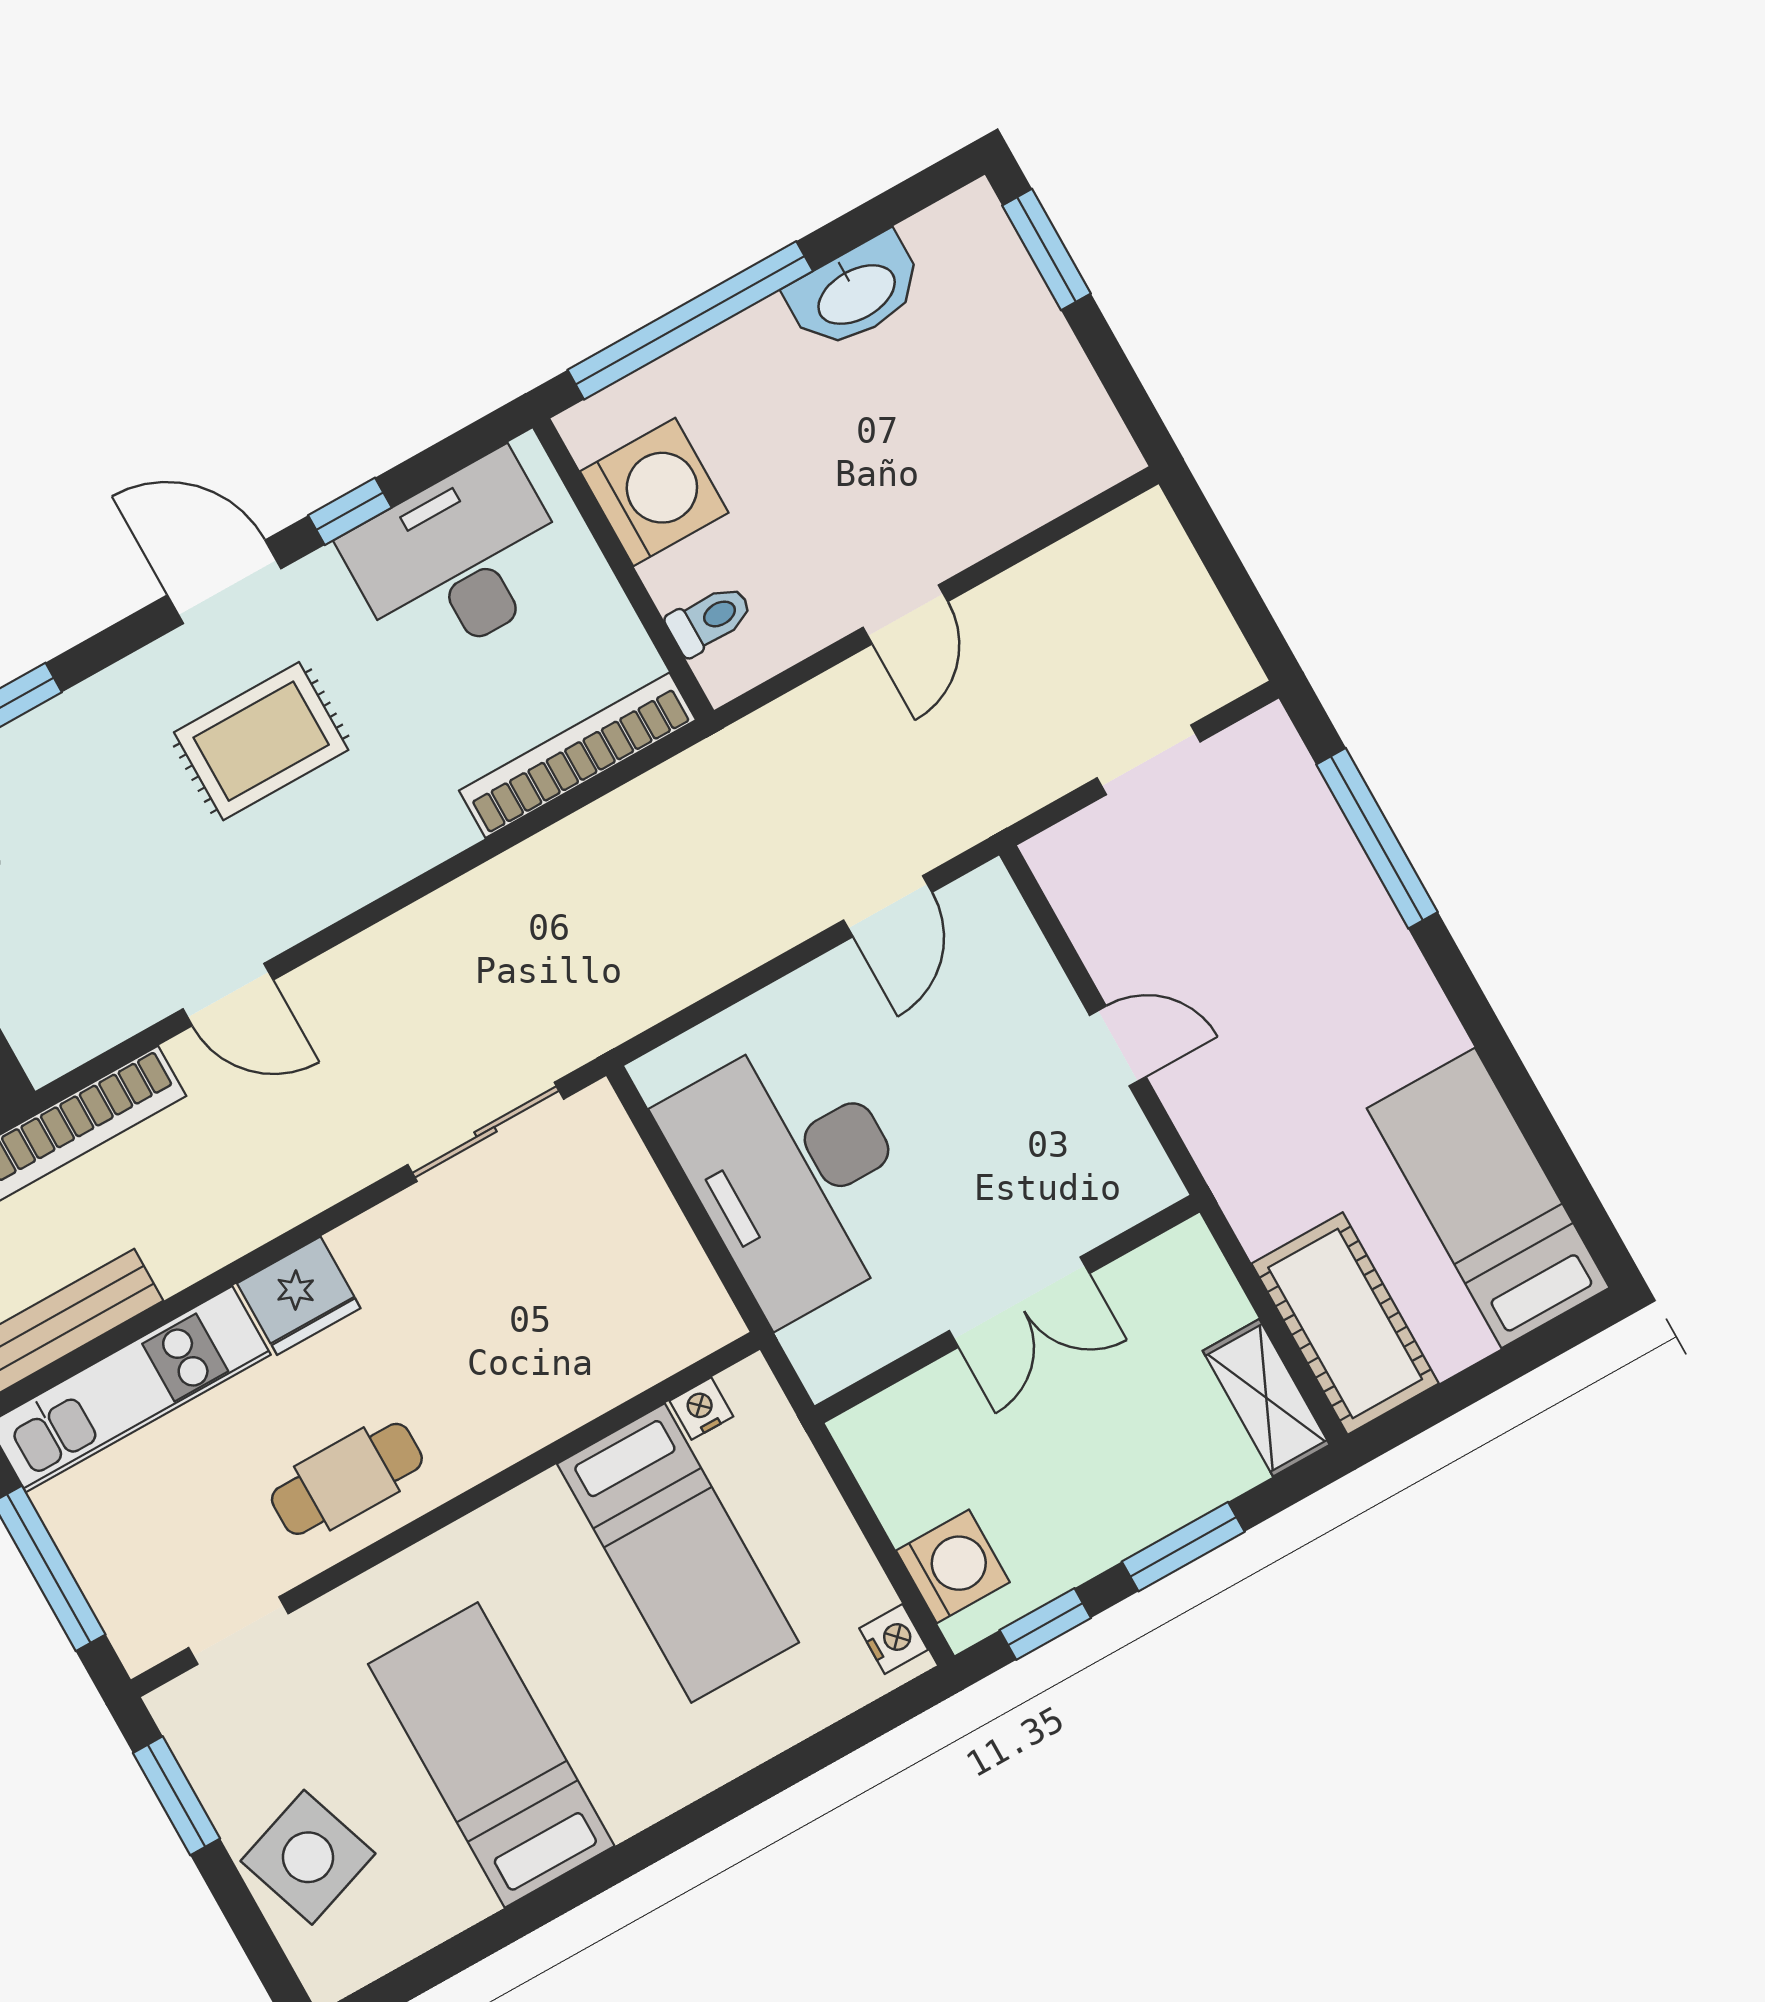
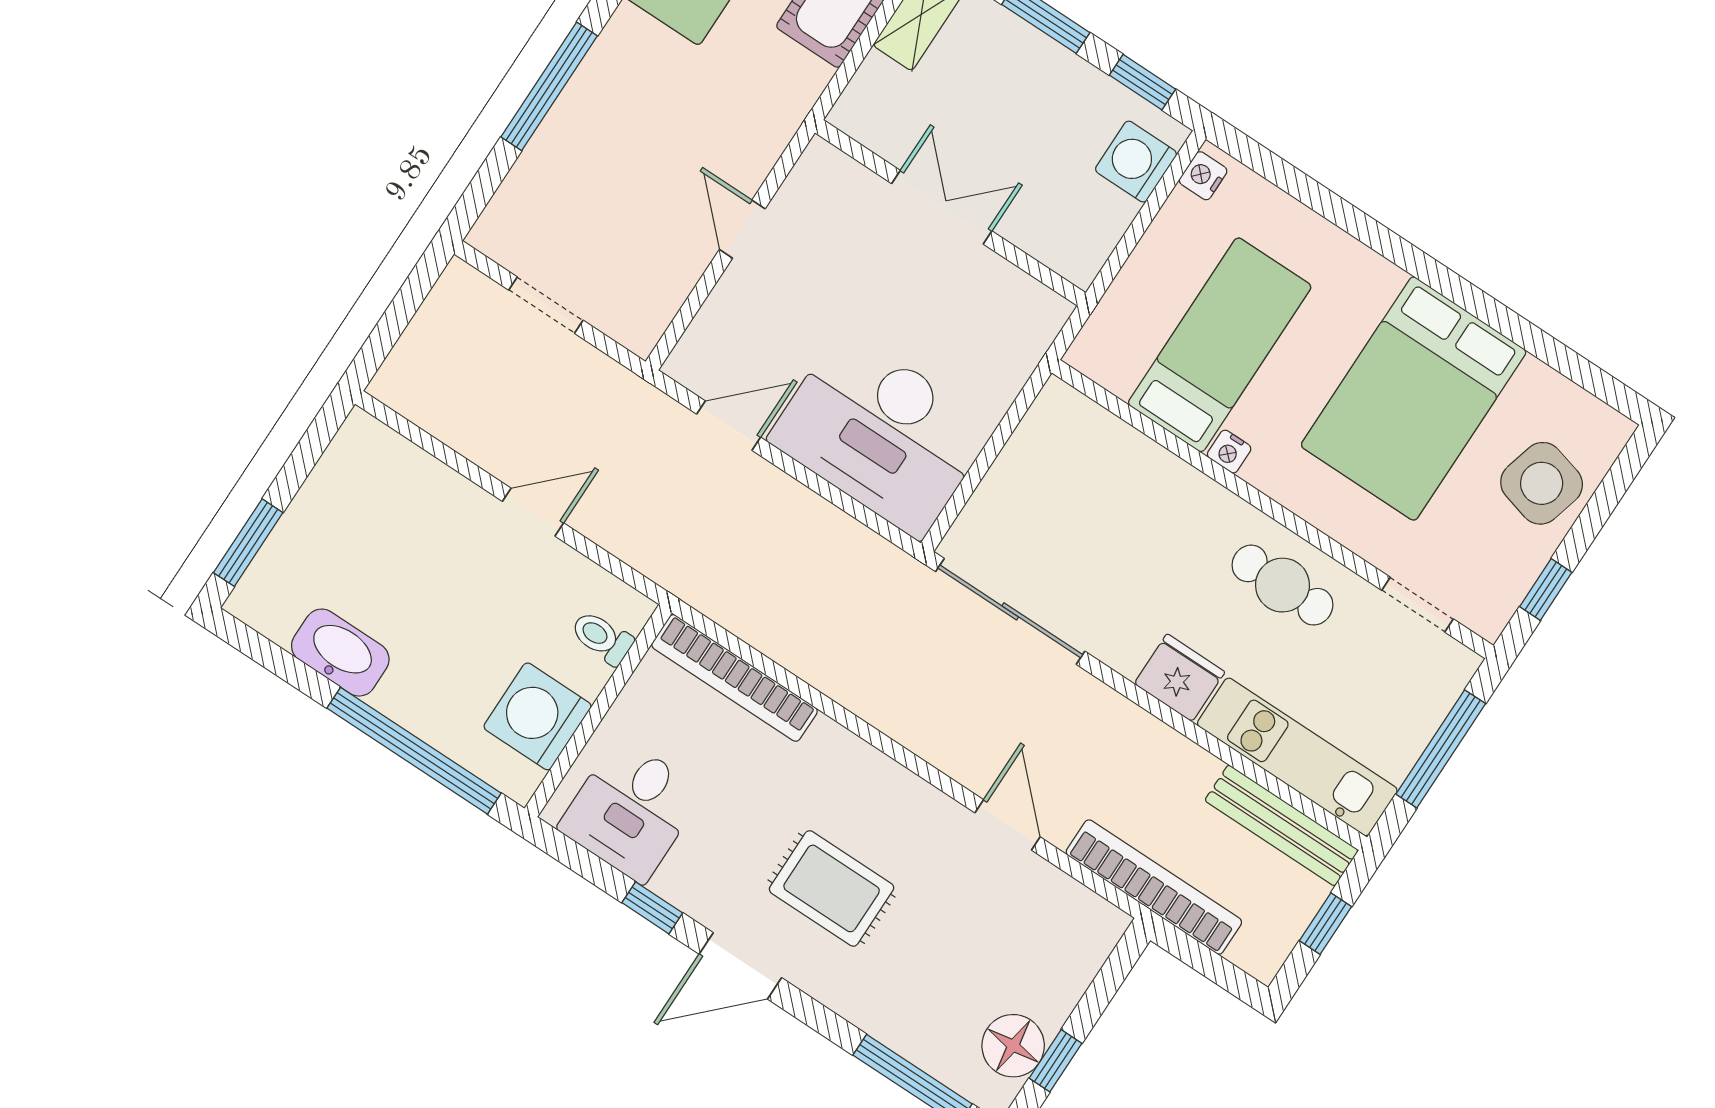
desk: (459, 560) -> (631, 810), width x0.73
door: (224, 582) -> (740, 966), hinge flipped
window: (1377, 838) -> (549, 86), moved
sliding door: (486, 1132) -> (1010, 611), width x1.37
desk: (795, 1174) -> (881, 433), moved, turned 90
nightstand: (701, 1409) -> (1229, 452), moved
bed: (491, 1755) -> (1414, 398), width x1.50
window: (176, 1796) -> (1546, 590), width x0.67
side table: (308, 1857) -> (1542, 483), turned 34

